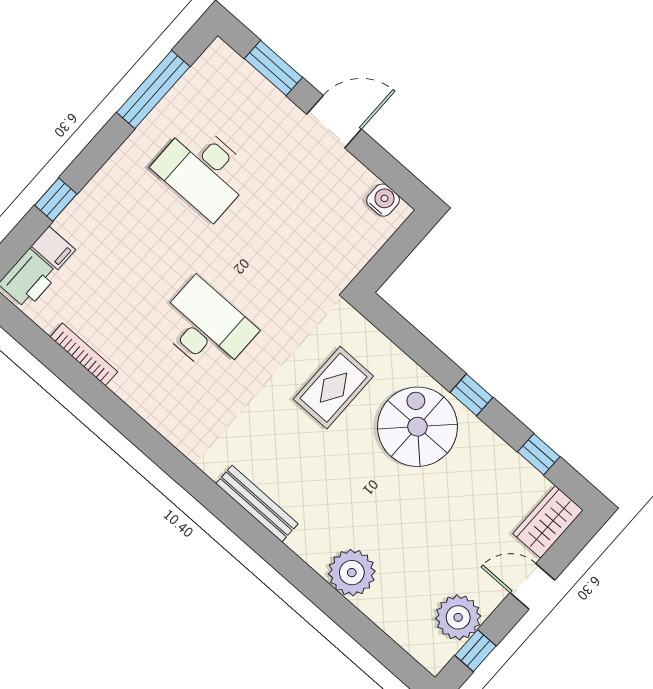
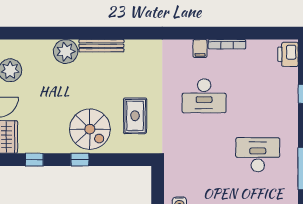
filing cabinet: (53, 248) -> (200, 49), moved, turned -90
bookcase: (84, 354) -> (227, 44), moved
bench: (257, 504) -> (101, 46), moved

